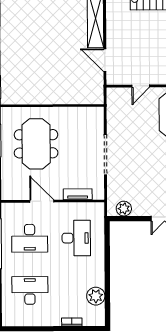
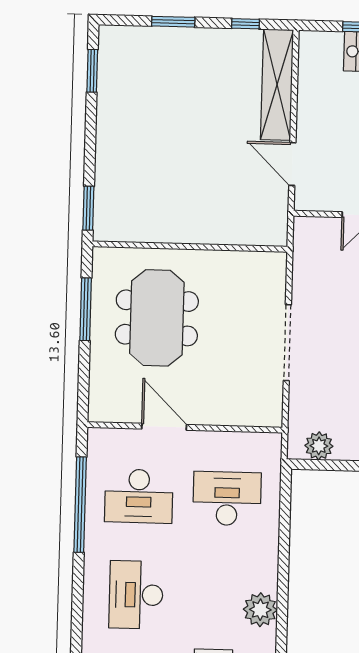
tv unit: (78, 194) -> (232, 416), removed
desk: (76, 238) -> (227, 499), turned -90
desk: (30, 290) -> (136, 595), turned -90

